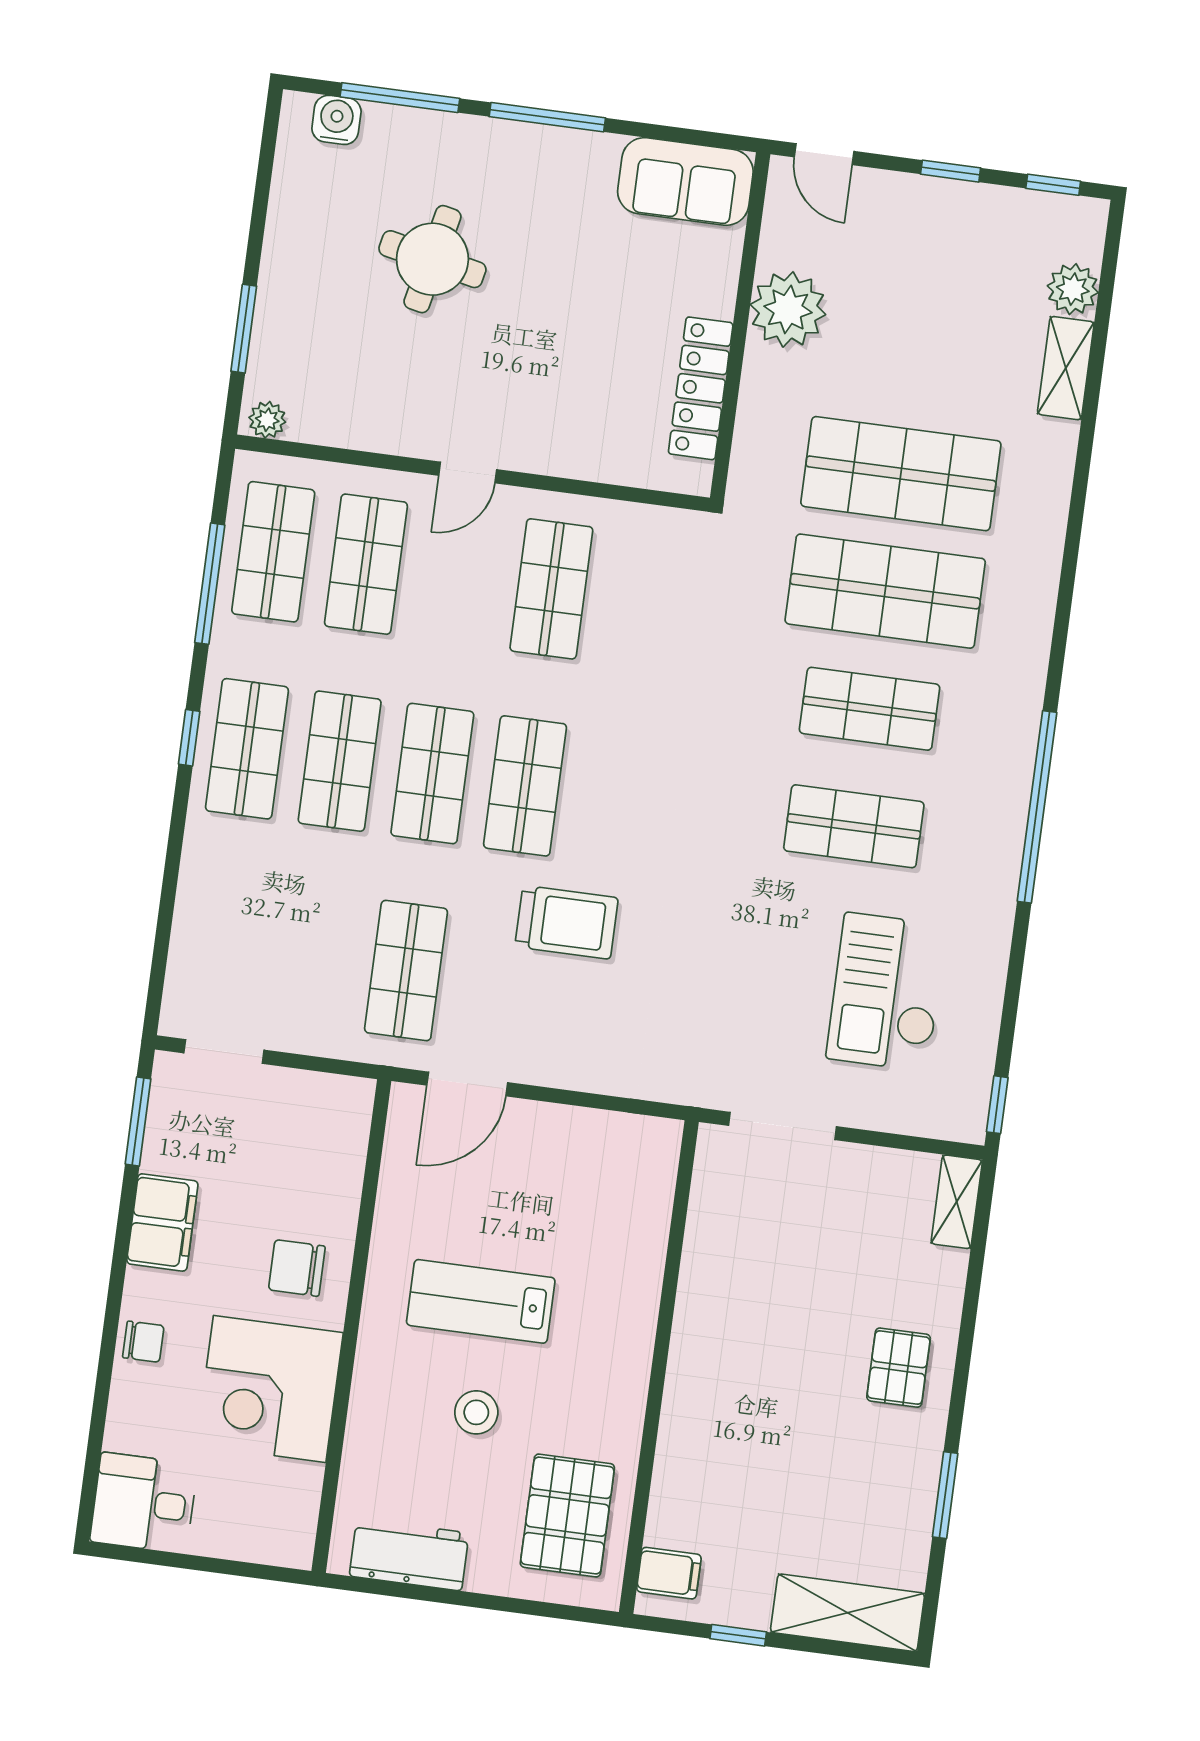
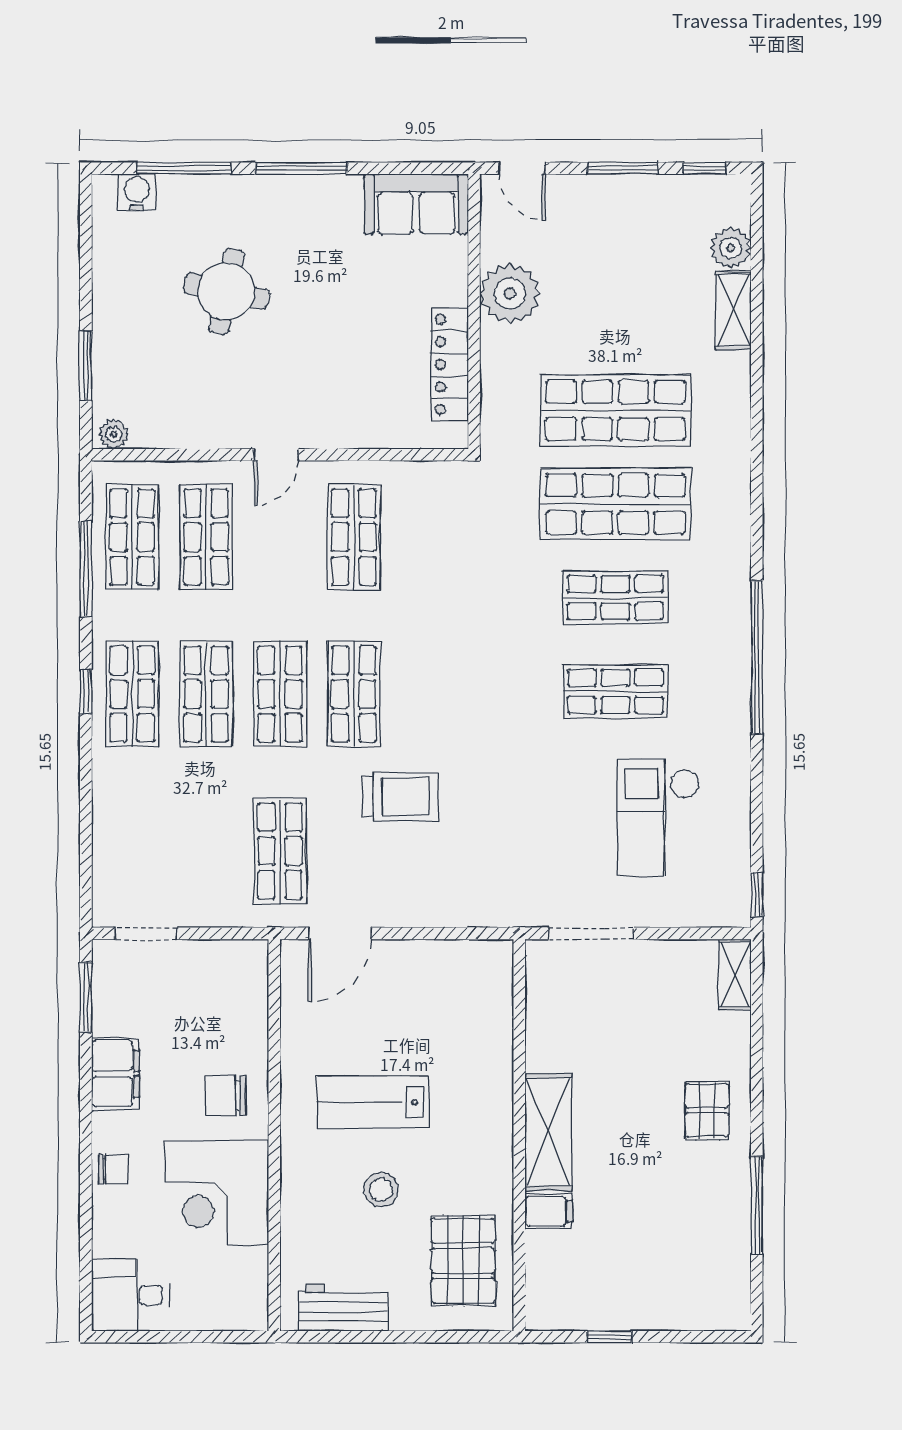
window: (951, 171) -> (623, 168), width x1.50
window: (945, 1495) -> (757, 1205), width x1.44
filing cabinet: (669, 1573) -> (549, 1211), moved
shelving: (847, 1613) -> (548, 1132), moved, turned 90

